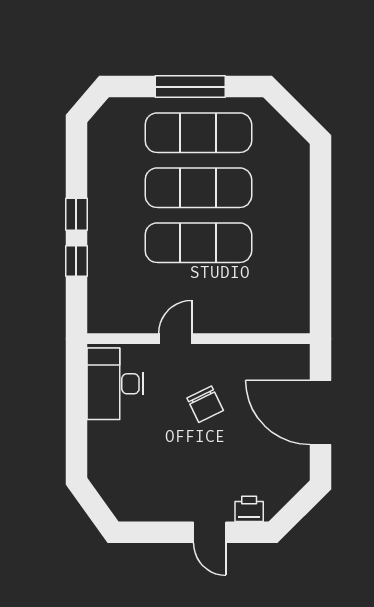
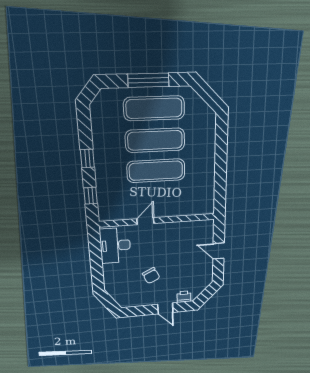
window: (76, 261) -> (91, 196), moved
chair: (205, 404) -> (151, 276), moved
door: (321, 413) -> (219, 251), width x0.53

